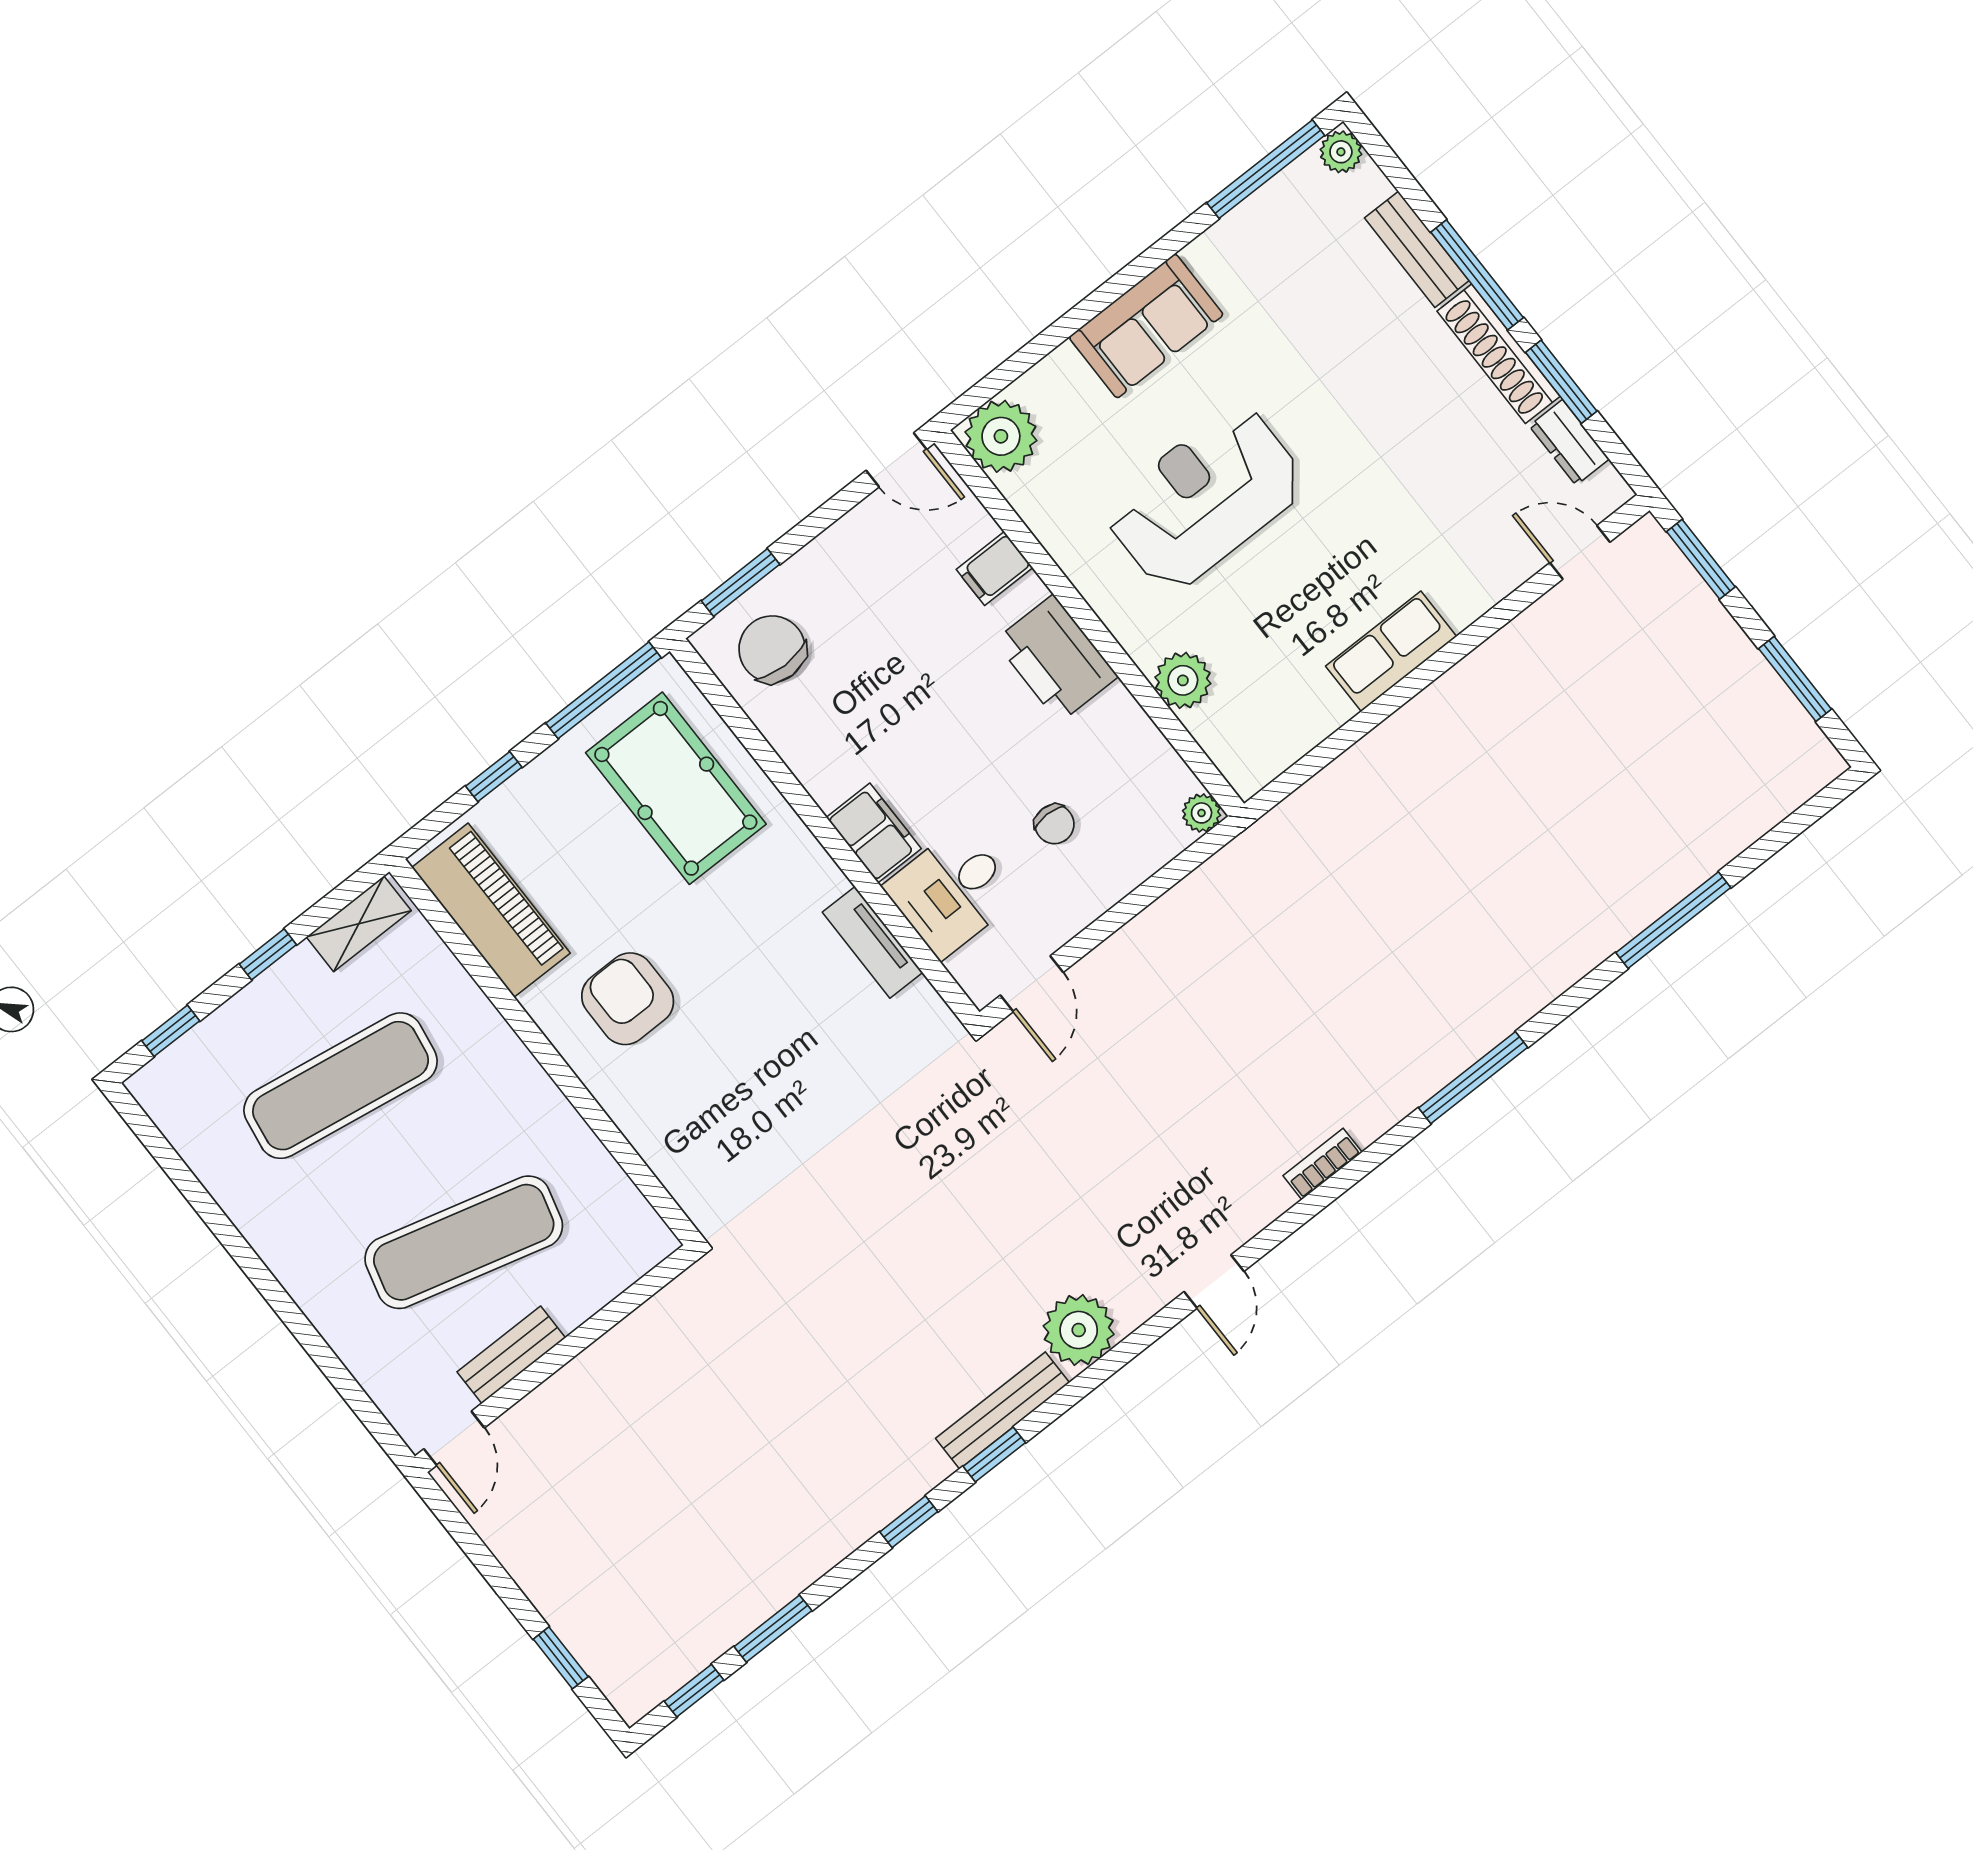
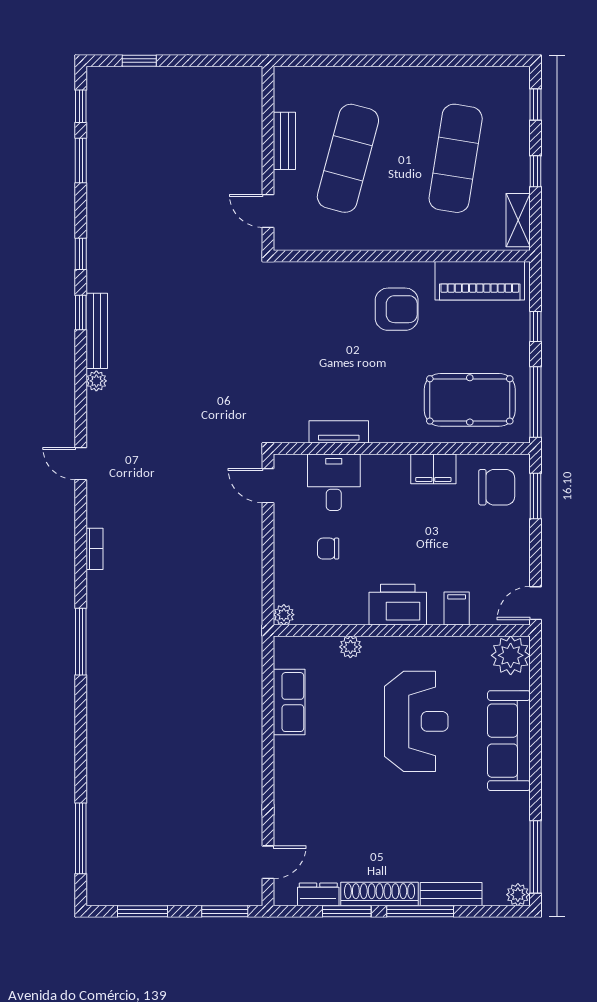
sofa: (1146, 326) -> (509, 741), width x1.36
row of seats: (1391, 651) -> (289, 702), moved
plant: (1183, 680) -> (350, 647), width x0.73, depth x0.73
filing cabinet: (874, 833) -> (433, 469), moved
window: (1673, 920) -> (81, 838), moved
plant: (1079, 1330) -> (96, 381), width x0.53, depth x0.53
door: (454, 1438) -> (268, 211), moved

